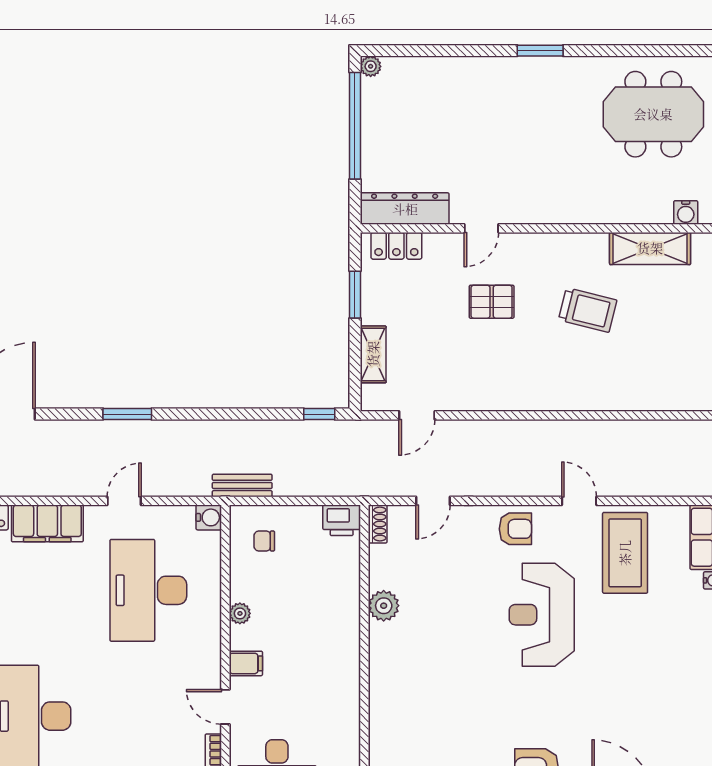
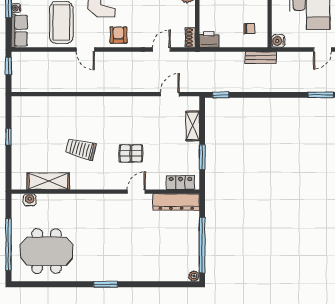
armchair: (515, 529) -> (118, 35), turned 90

